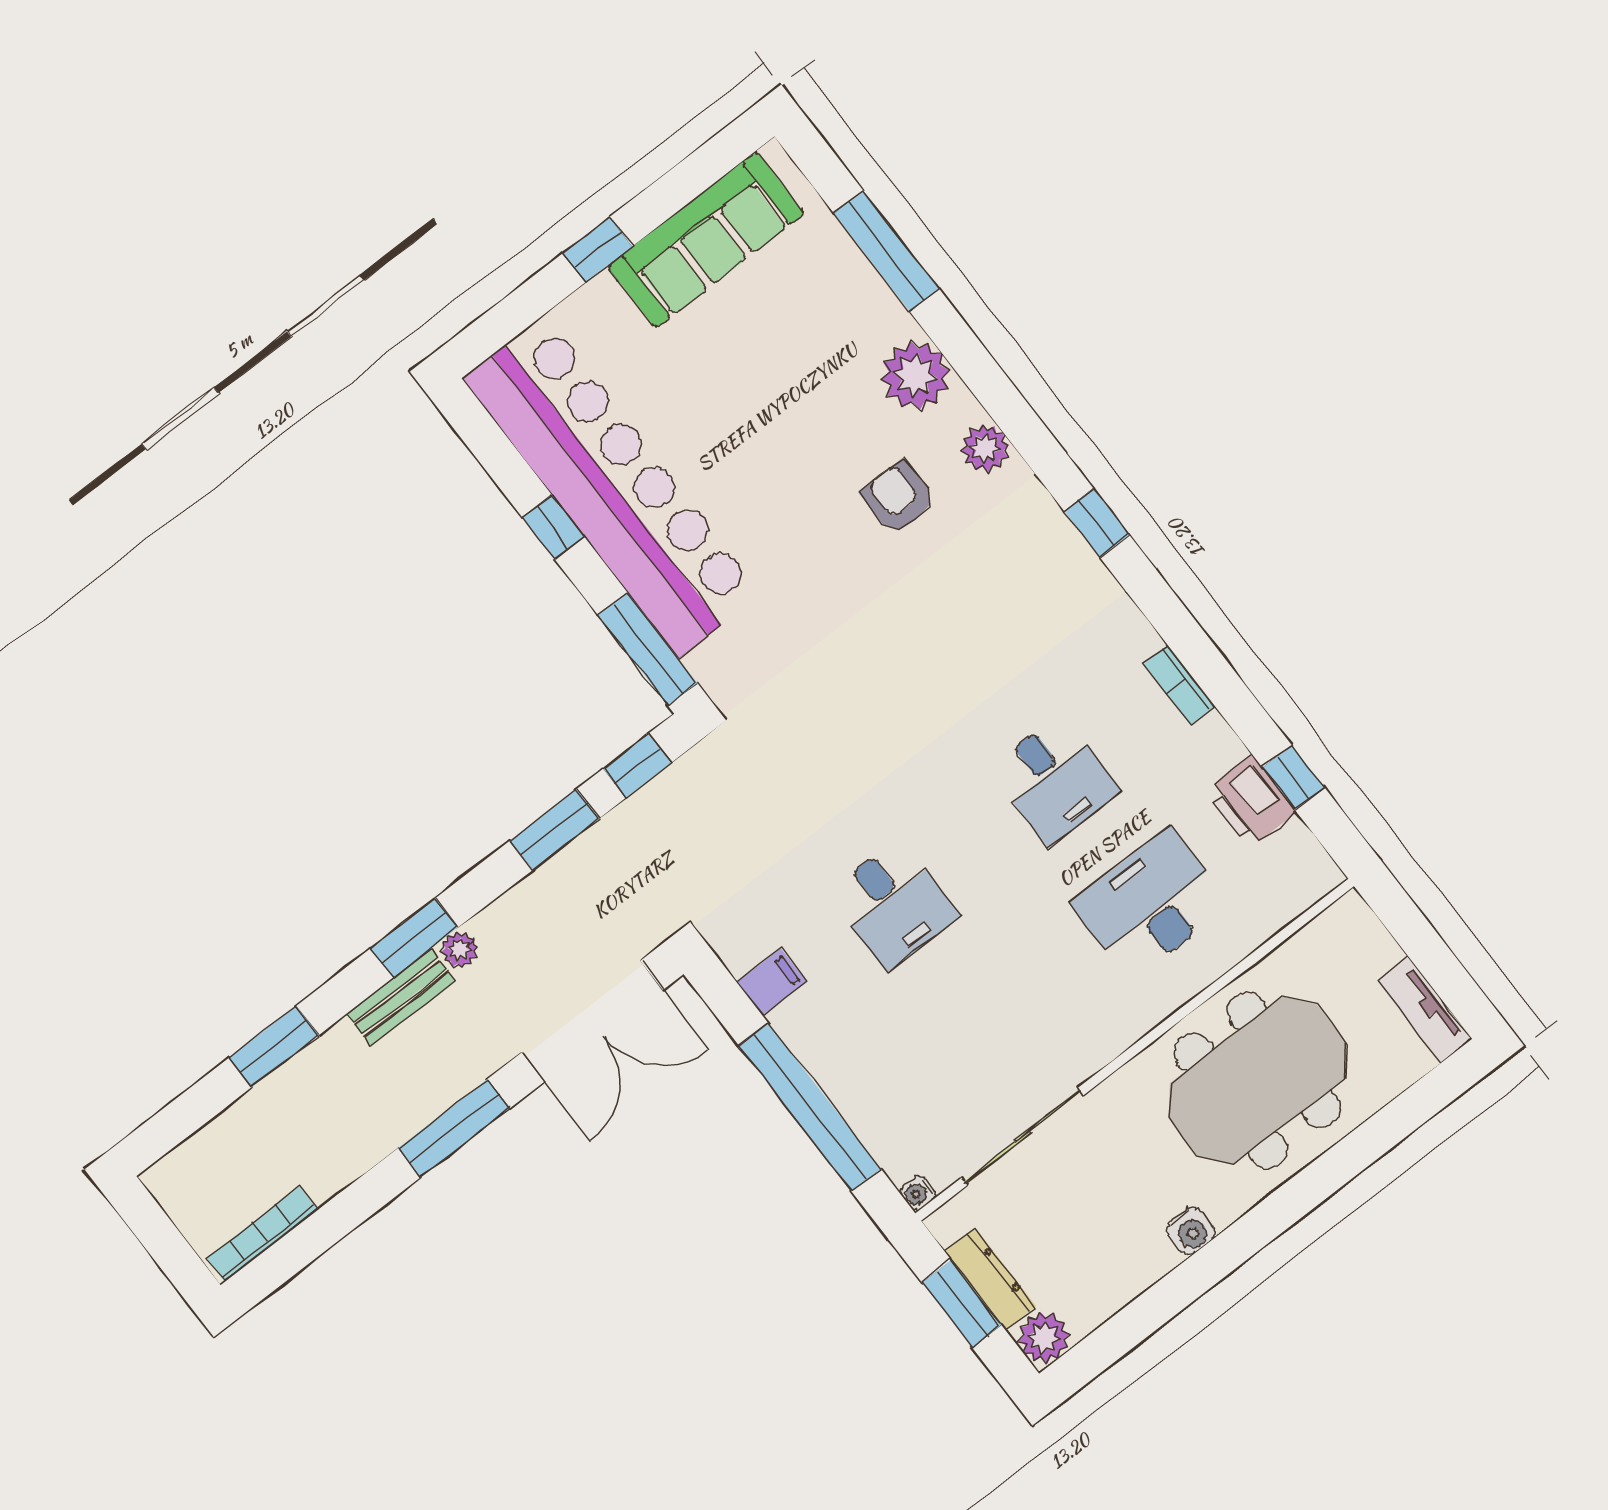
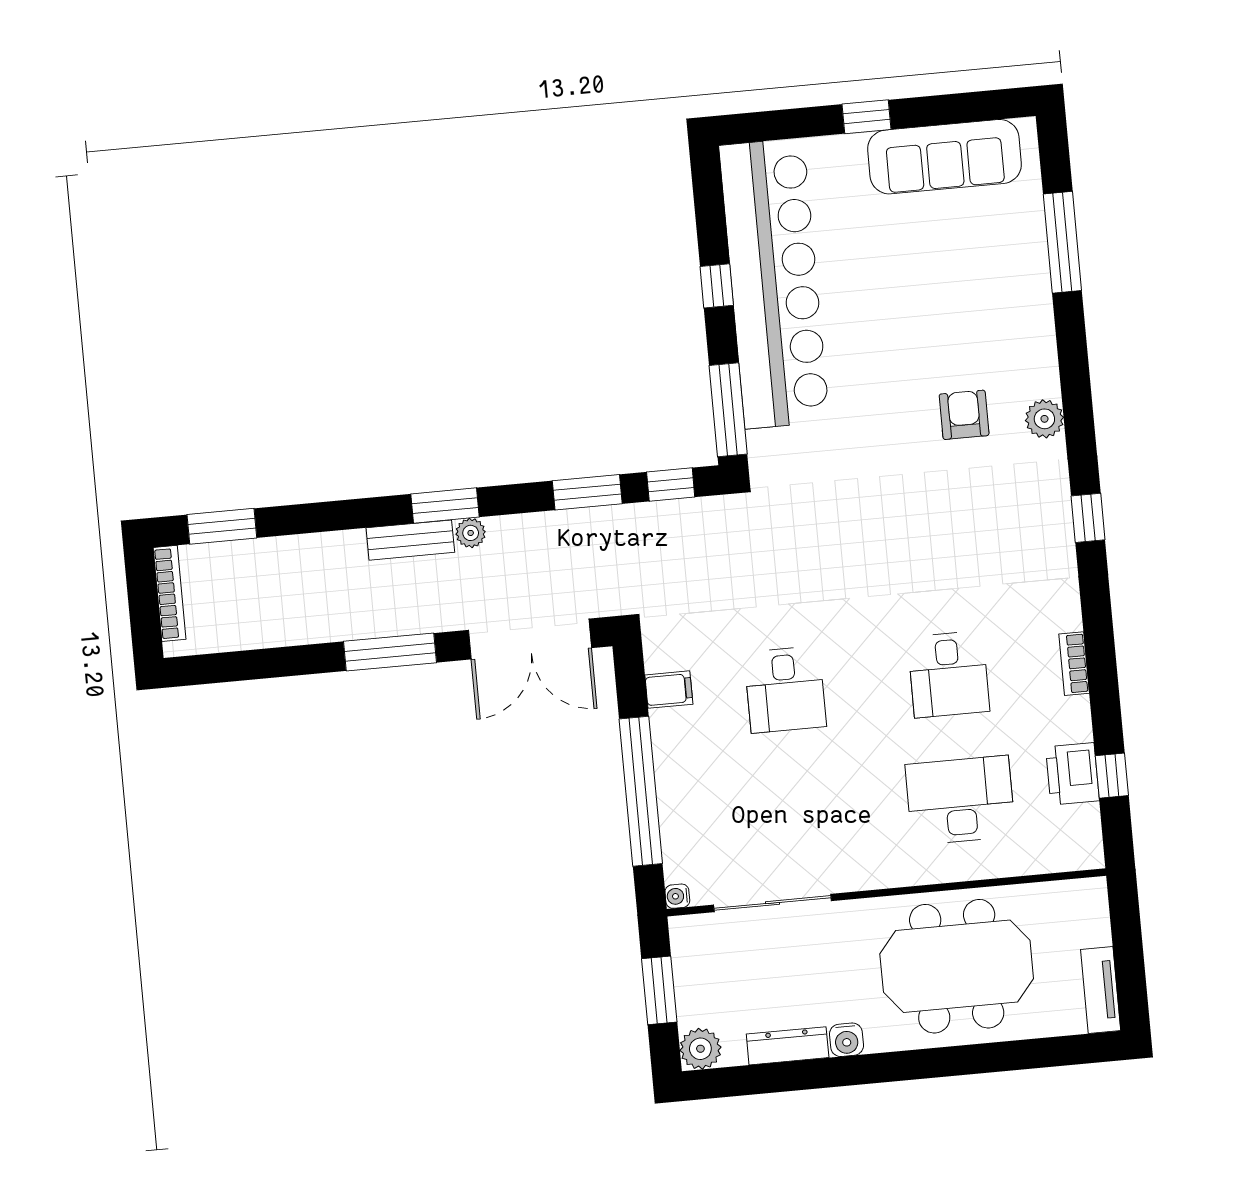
plant: (915, 375) -> (1028, 339), removed
window: (274, 1046) -> (222, 526), moved
bookcase: (262, 1234) -> (170, 593), moved, turned 90
dresser: (990, 1279) -> (788, 1046), moved, turned -90

